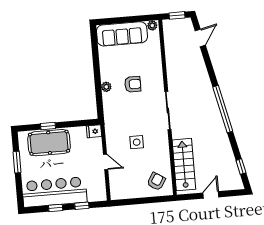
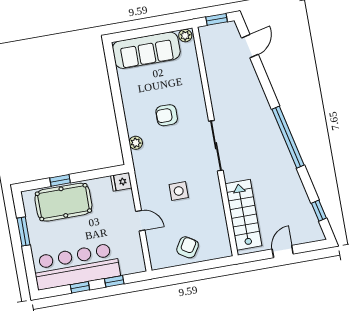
armchair: (133, 84) -> (167, 115), turned 180
plant: (106, 87) -> (136, 143), moved
armchair: (156, 181) -> (188, 247), moved

